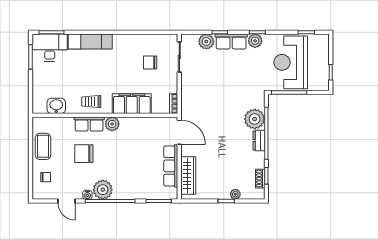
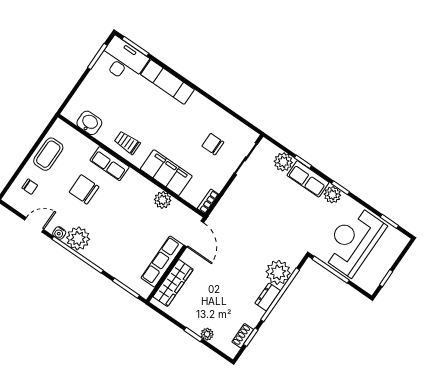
plant: (112, 124) -> (163, 200), moved
door: (67, 201) -> (34, 225), swing flipped

